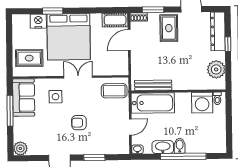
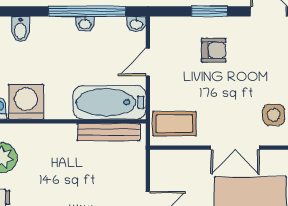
armchair: (79, 123) -> (214, 50), moved
bidet: (180, 146) -> (21, 29), moved
washbasin: (163, 147) -> (85, 24), width x0.52, depth x0.69
window: (183, 156) -> (87, 11), moved

